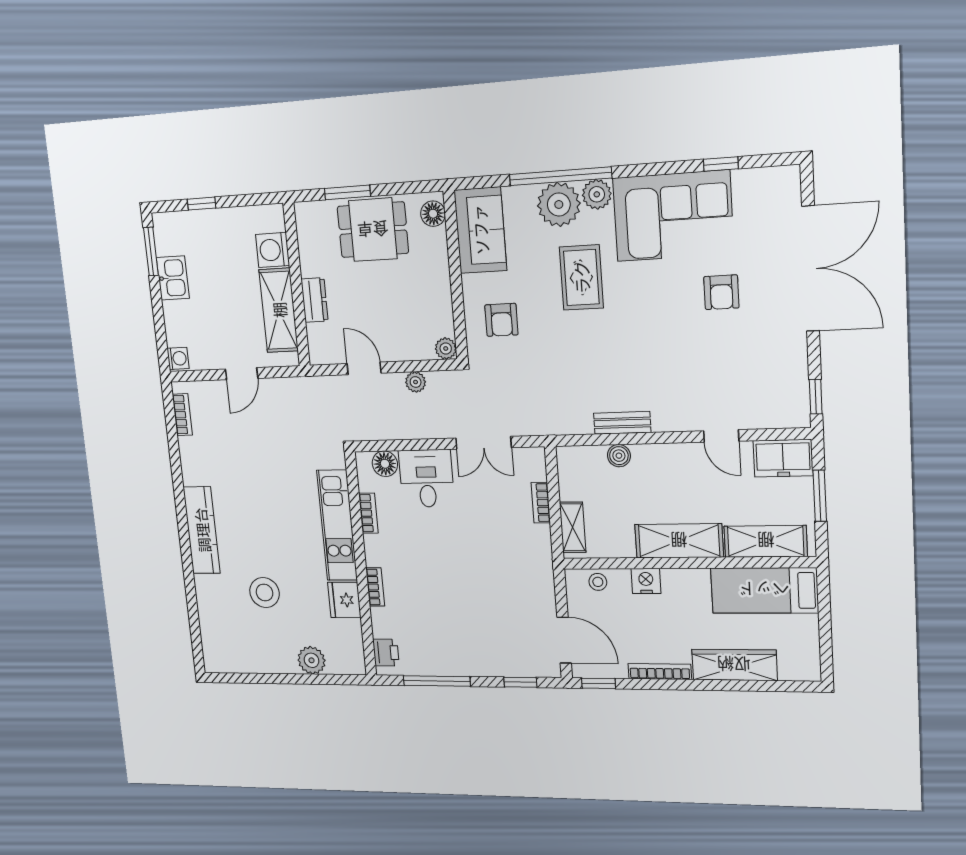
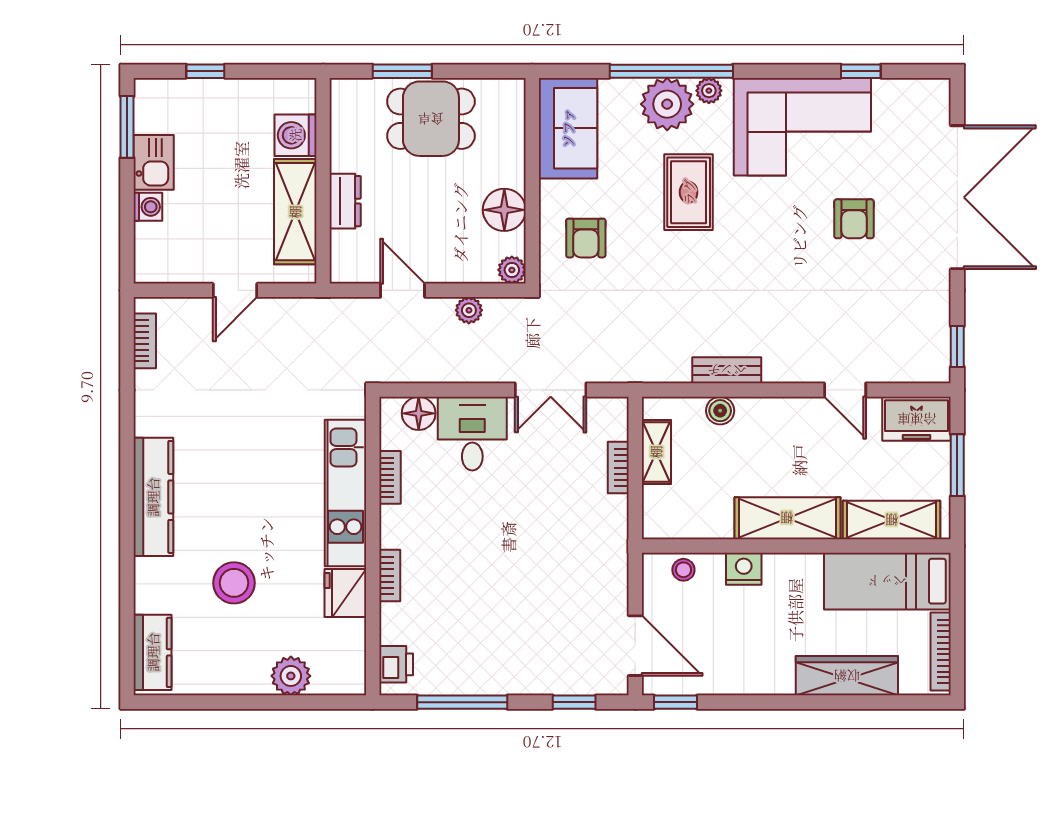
plant: (597, 194) -> (709, 91), width x0.73, depth x0.73
floor lamp: (433, 214) -> (504, 210), moved, width x1.38, depth x1.38
washing machine: (178, 358) -> (148, 207), moved
shelving: (573, 527) -> (656, 452), moved
kitchen counter: (214, 642) -> (153, 652), added
bookcase: (660, 672) -> (941, 651), moved, turned -90

